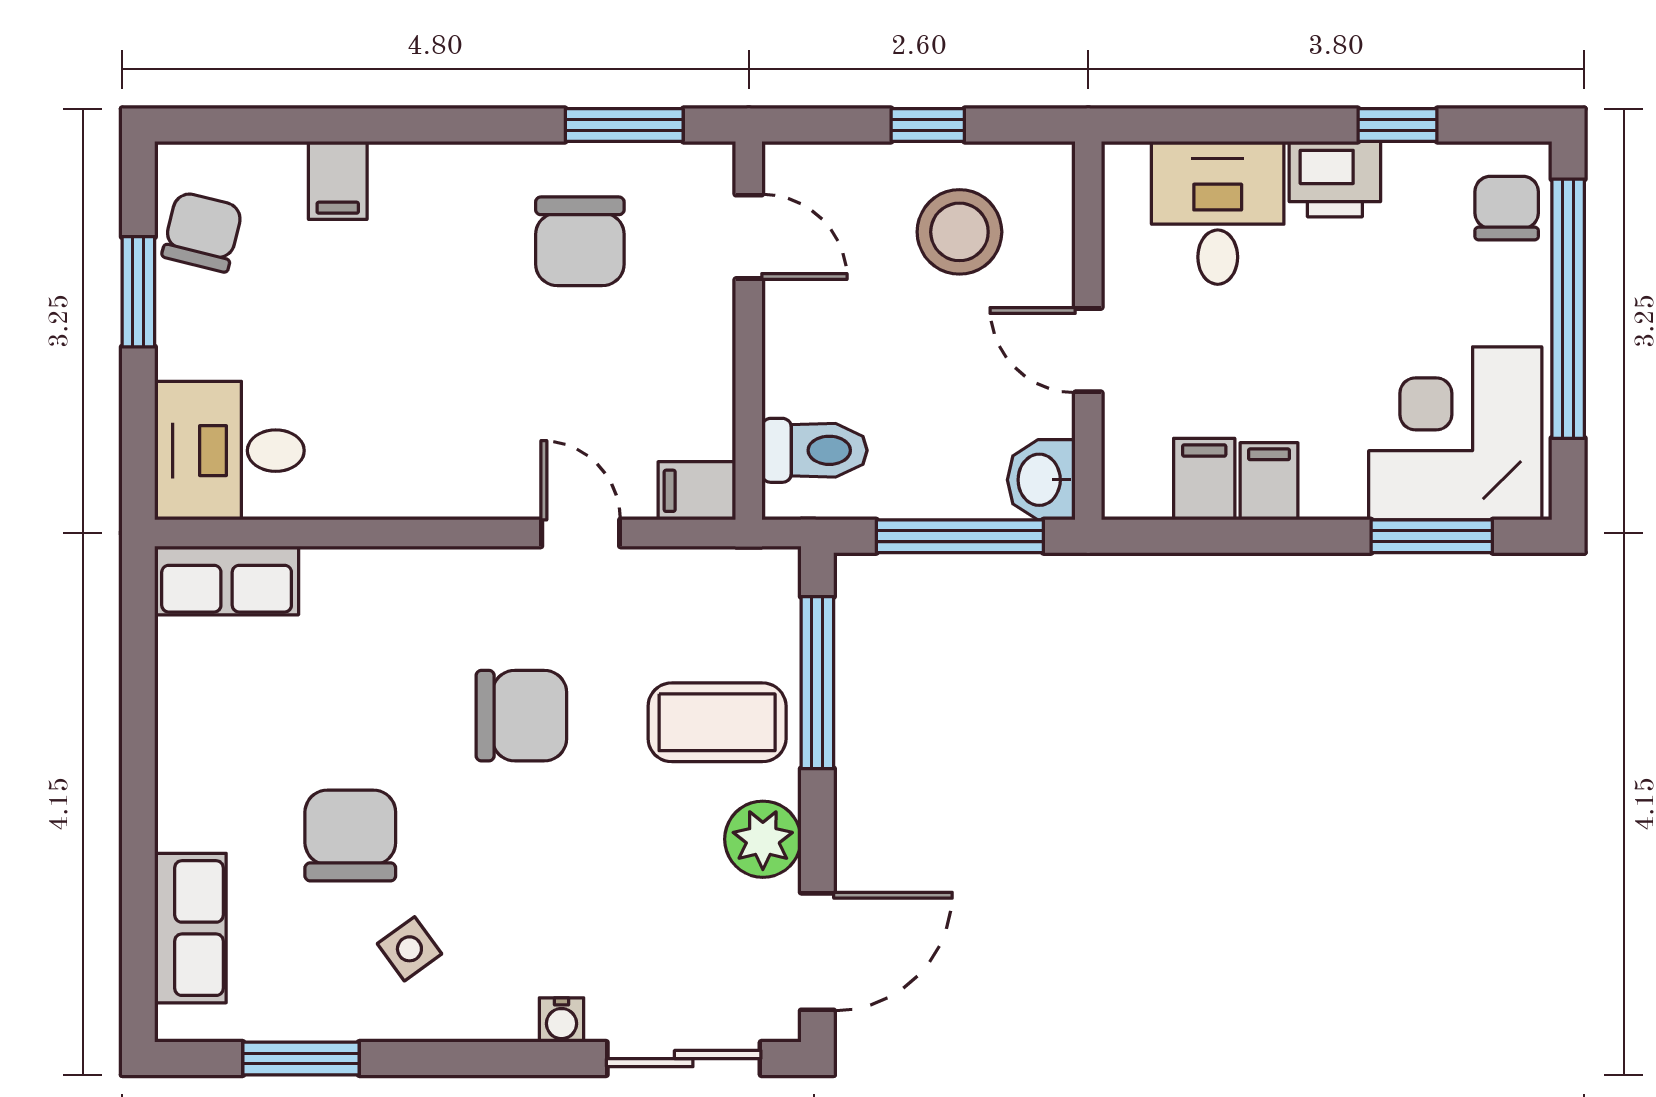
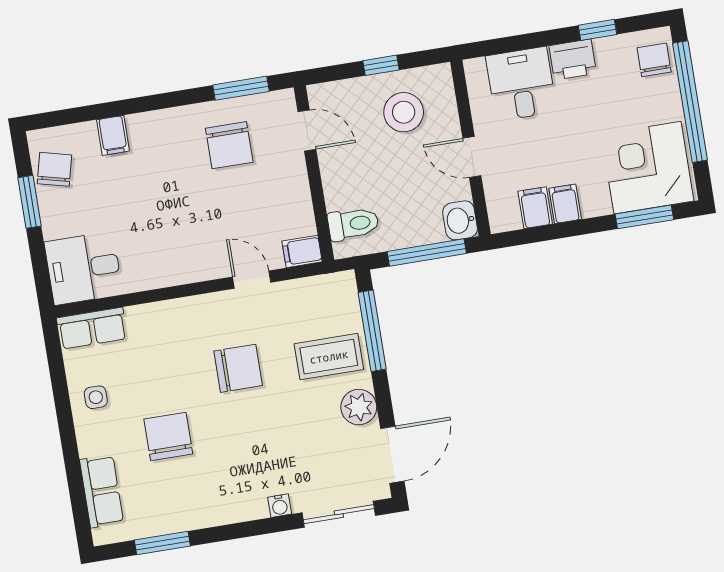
side table: (409, 949) -> (96, 397), moved, turned 36

